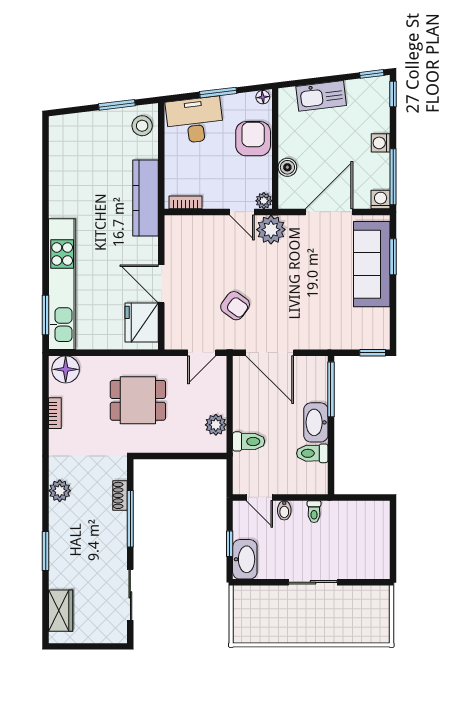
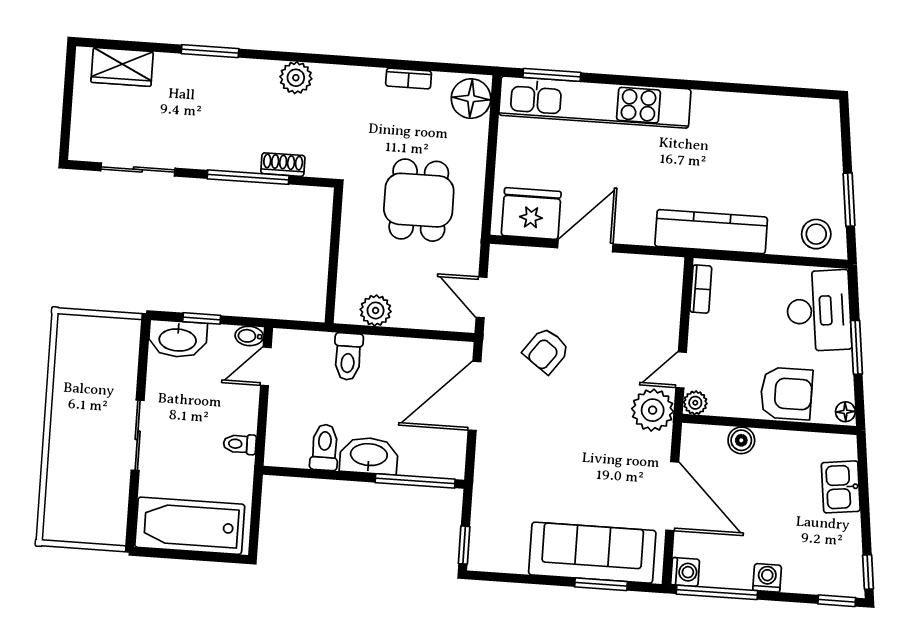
kitchen sink: (321, 96) -> (841, 487), width x0.73
bidet: (284, 510) -> (249, 336), moved
bathtub: (373, 542) -> (190, 526), added

